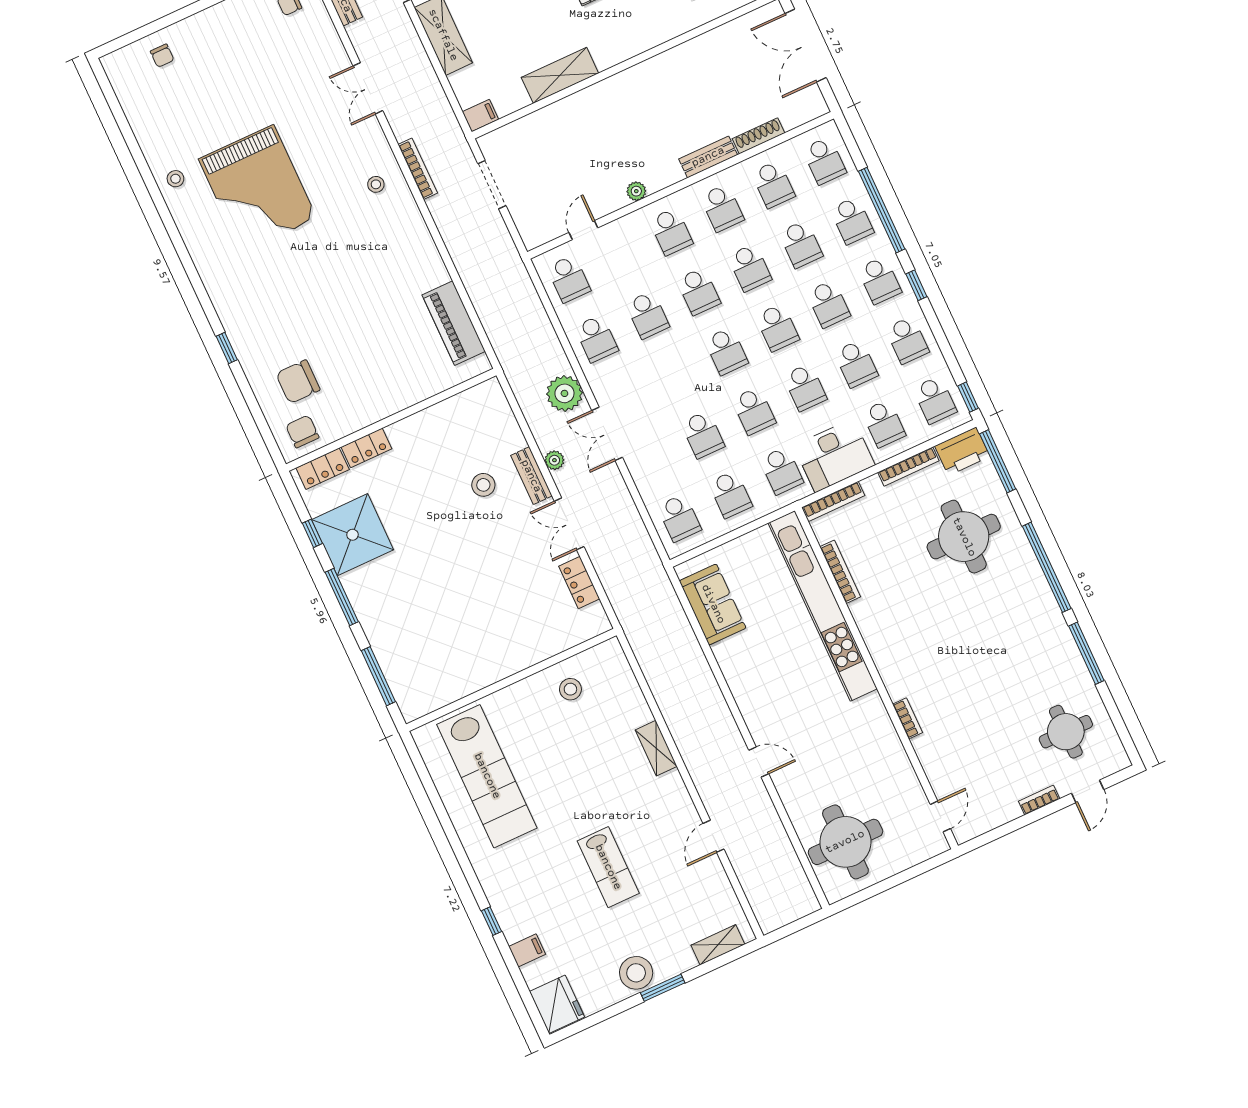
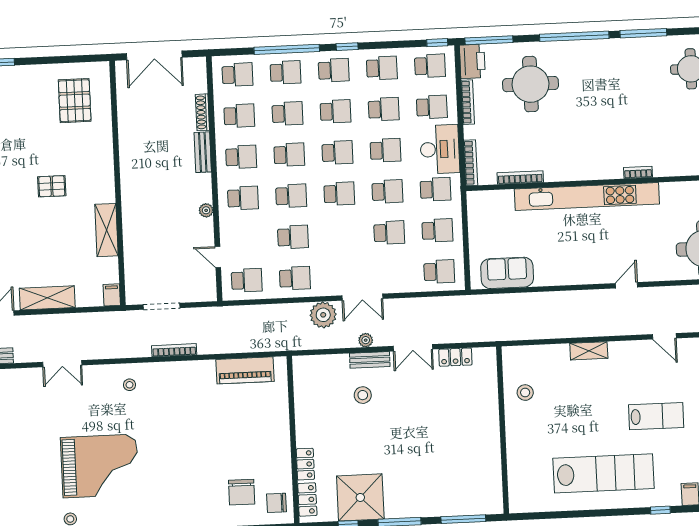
bookcase: (418, 169) -> (174, 350), moved
kitchen unit: (823, 606) -> (587, 197), moved
lab bench: (487, 776) -> (604, 473), moved

